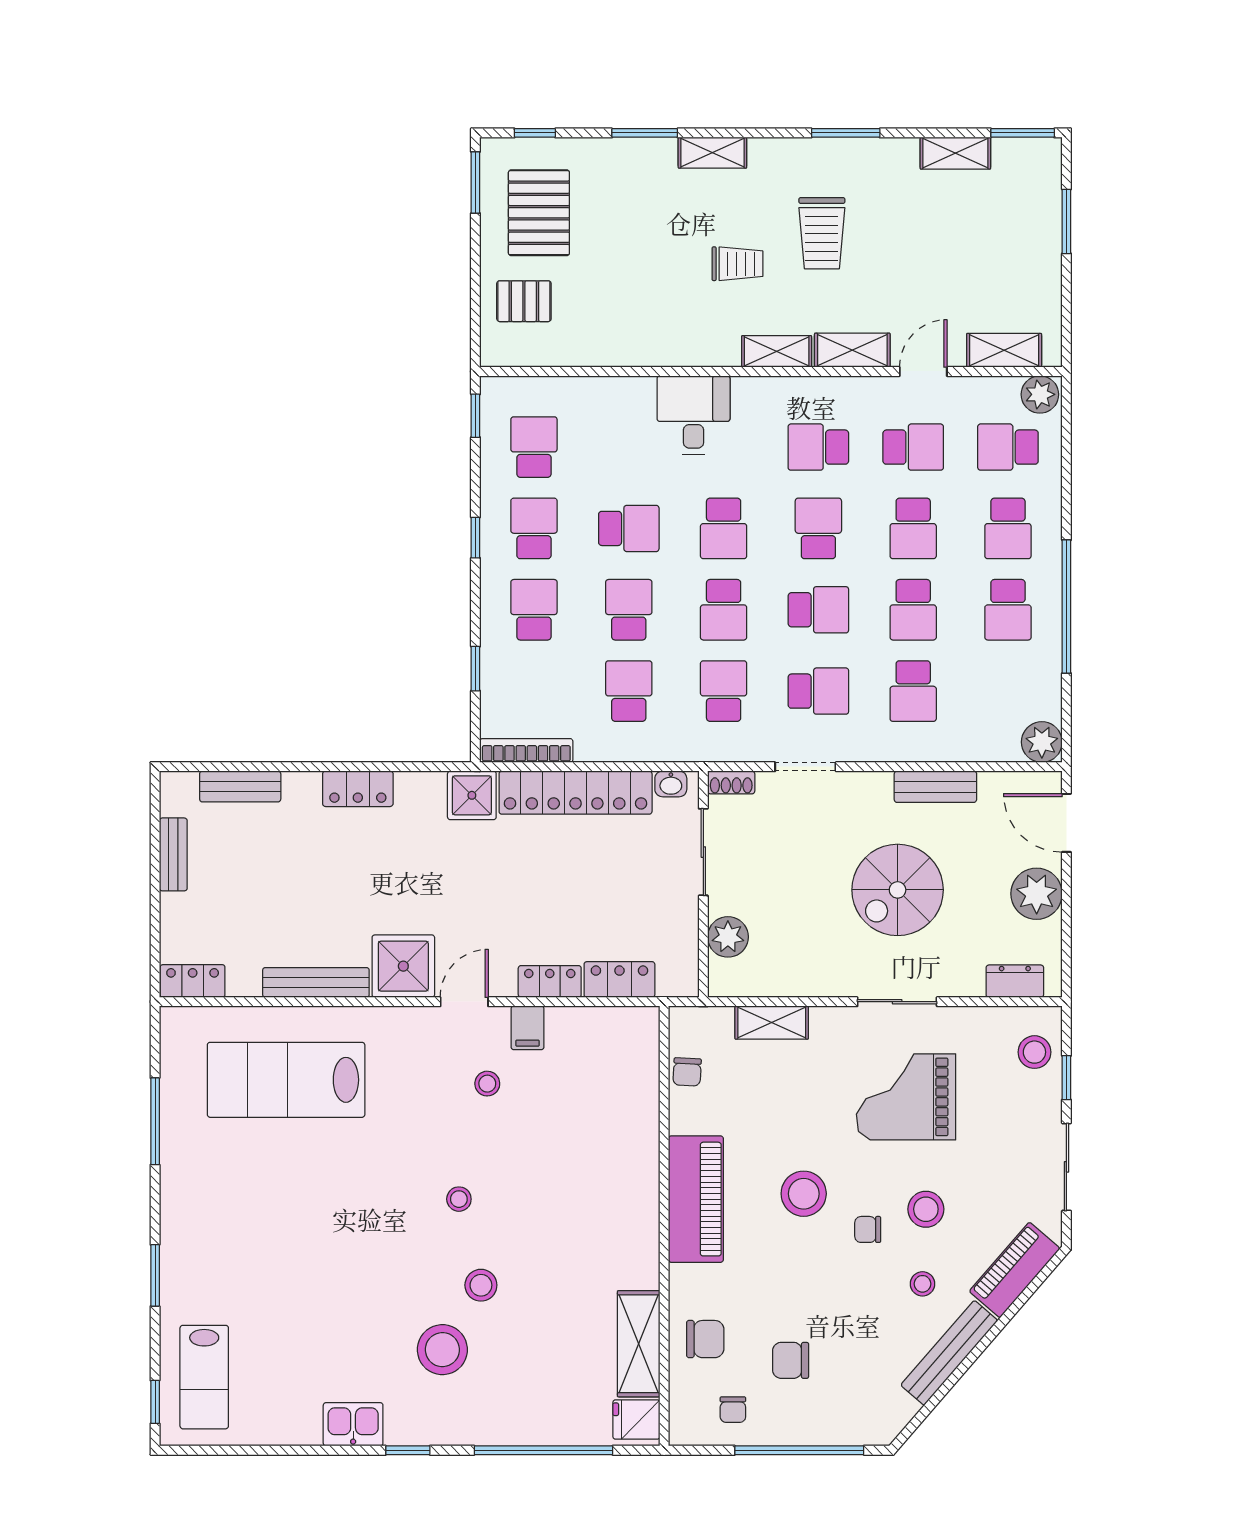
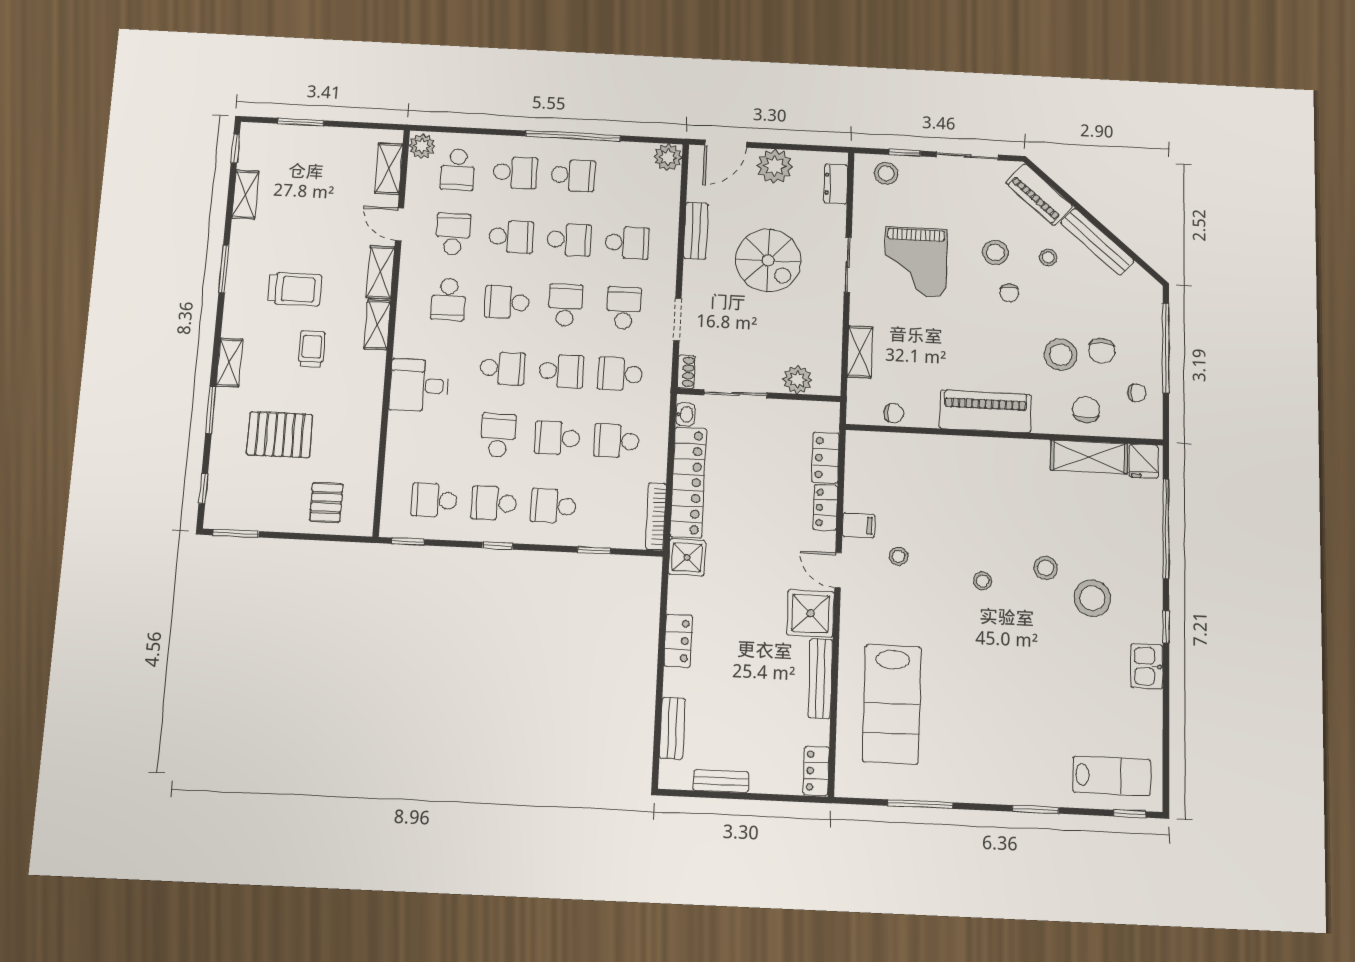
window: (1023, 133) -> (235, 148), width x0.67
pallet: (539, 213) -> (280, 435), moved
stool: (804, 1194) -> (1061, 355), moved

